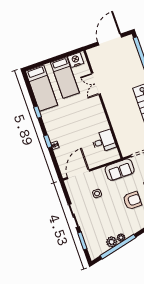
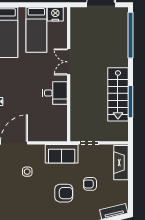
double door: (96, 84) -> (69, 62), moved
desk: (104, 141) -> (55, 93), moved

